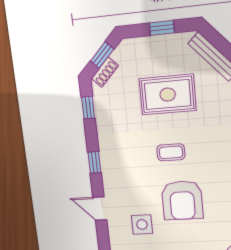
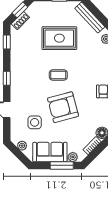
armchair: (182, 200) -> (63, 107), turned 75

